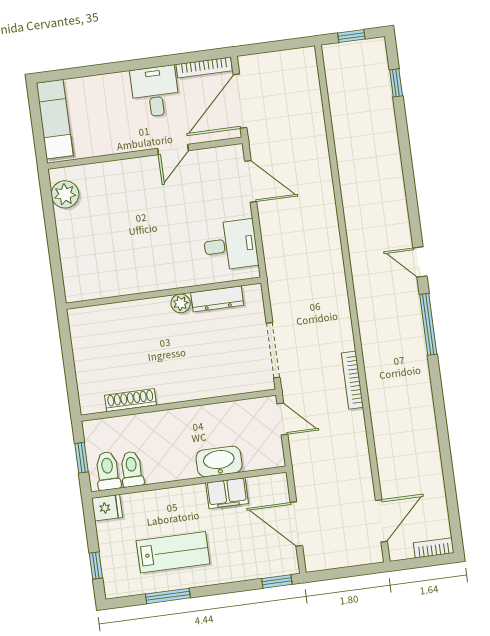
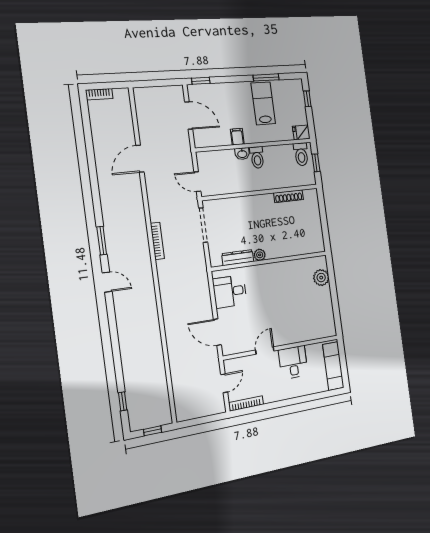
desk: (155, 91) -> (293, 362), moved, turned 180
door: (240, 101) -> (224, 383), width x0.53
plant: (65, 194) -> (321, 278), moved
window: (428, 324) -> (102, 241), width x0.69
bookcase: (352, 380) -> (157, 241), moved
washbasin: (219, 461) -> (242, 154), width x0.52, depth x0.69
toilet: (132, 469) -> (257, 157), moved
filing cabinet: (227, 493) -> (237, 137), width x0.50
door: (381, 521) -> (140, 159), moved
lab bench: (173, 552) -> (263, 103), turned 90

